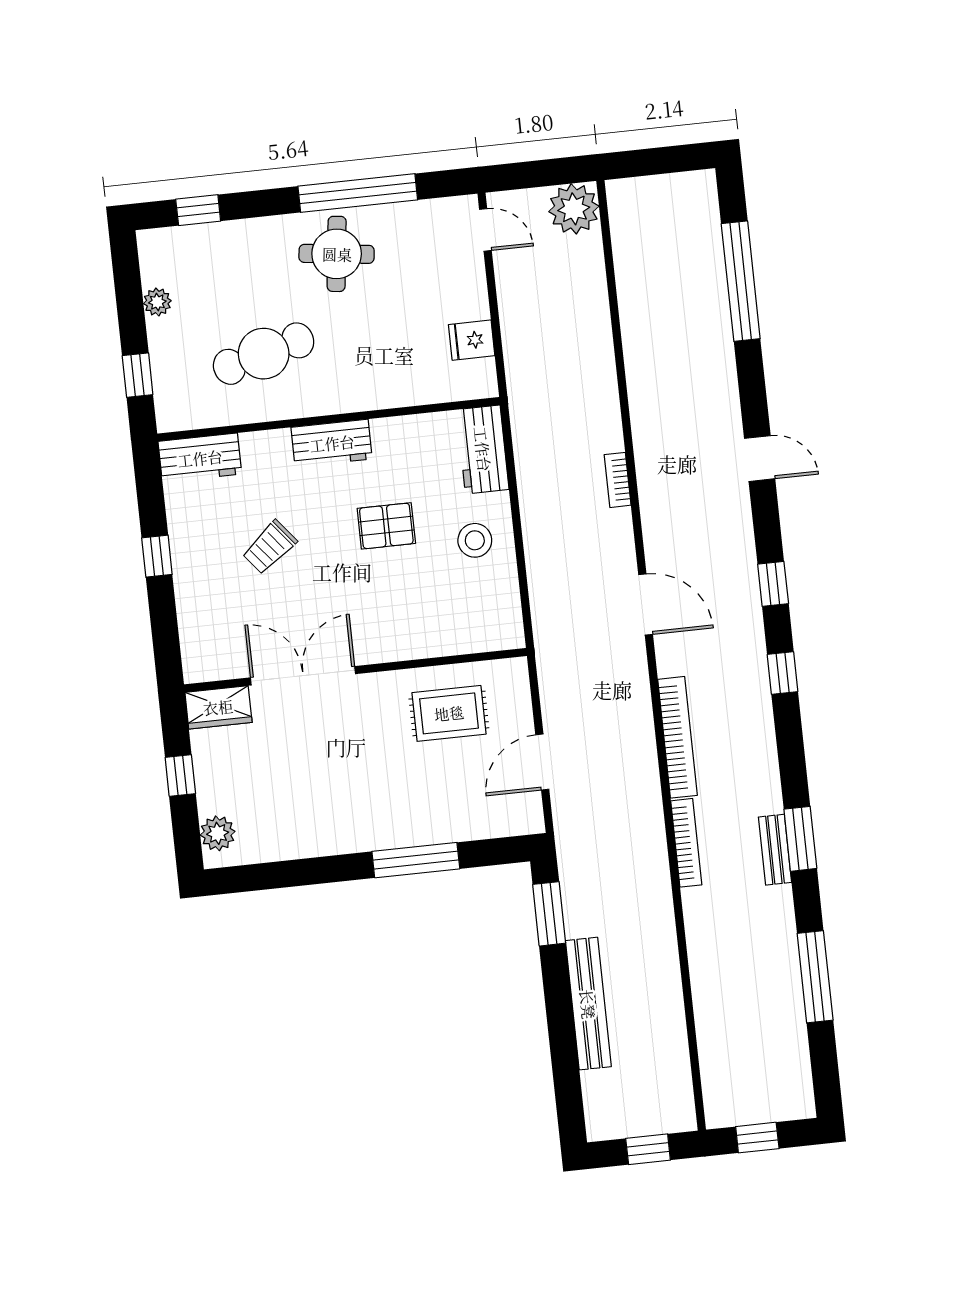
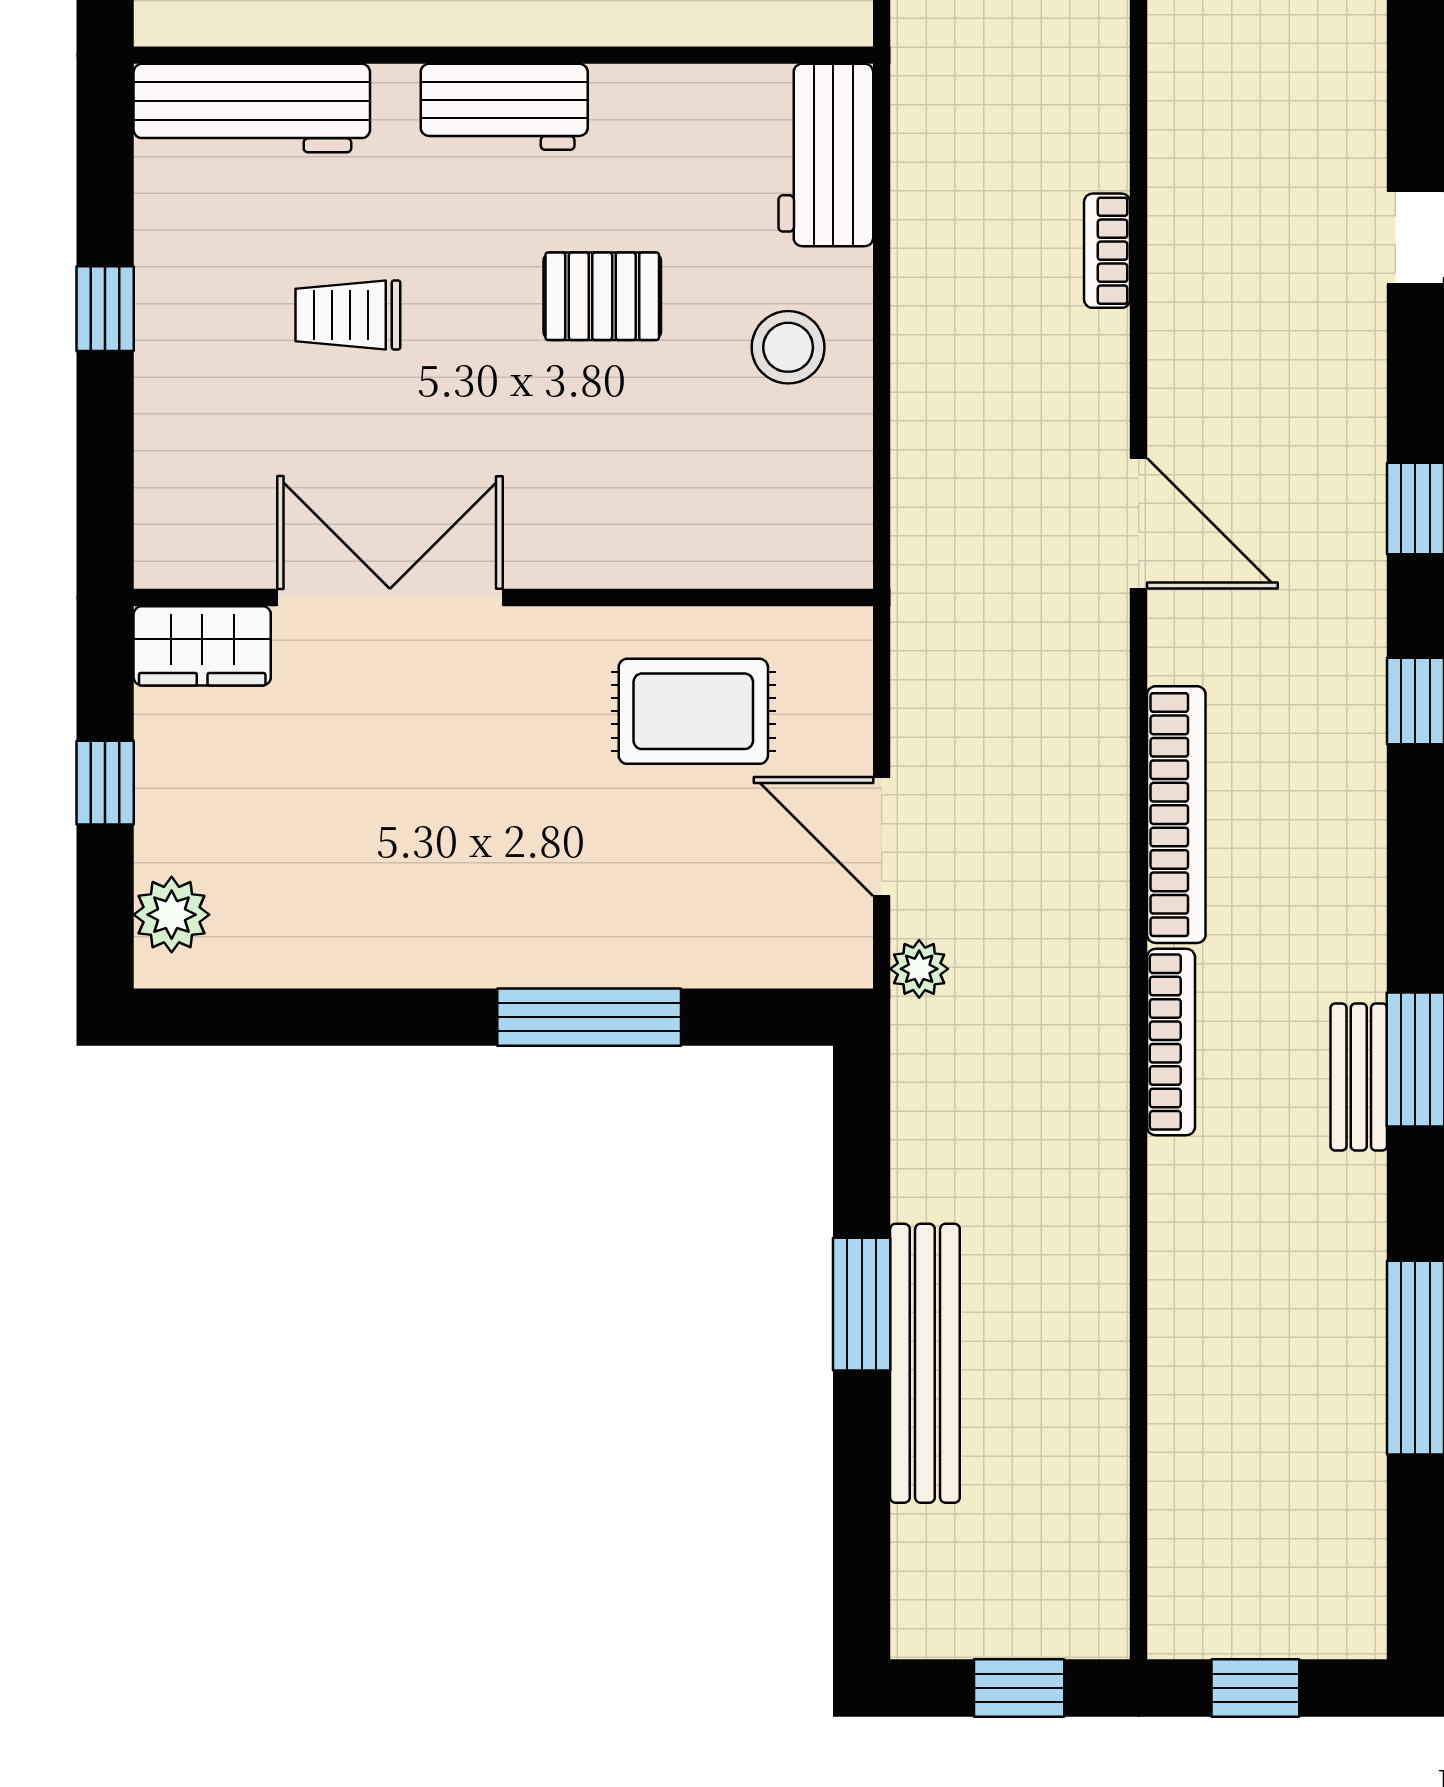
workbench: (200, 458) -> (252, 108), width x1.38
trolley: (270, 547) -> (348, 315), turned 39
door: (542, 762) -> (882, 836), hinge flipped
plant: (566, 821) -> (919, 969), added
window: (549, 914) -> (862, 1304), moved

